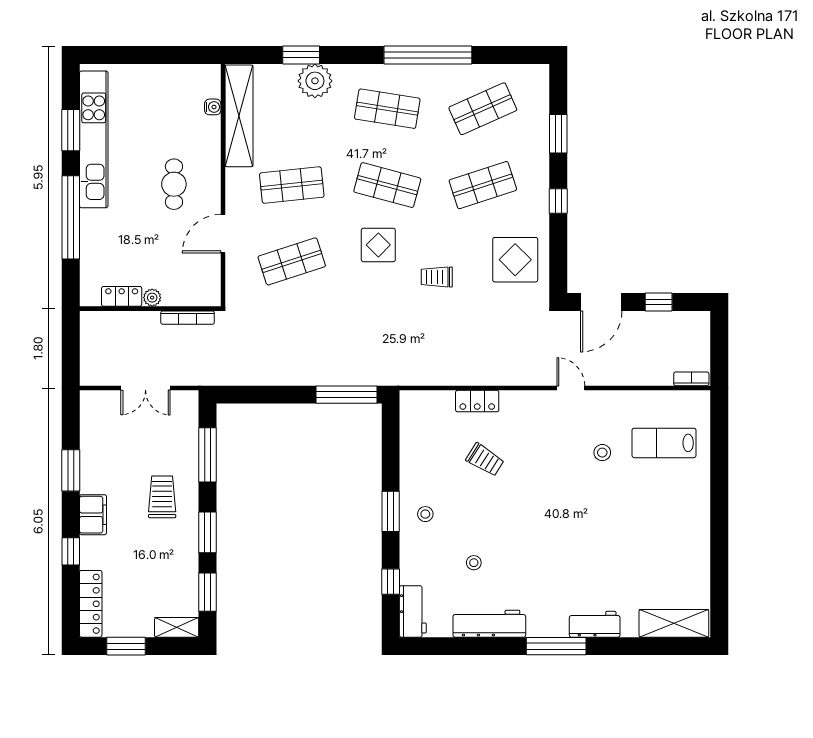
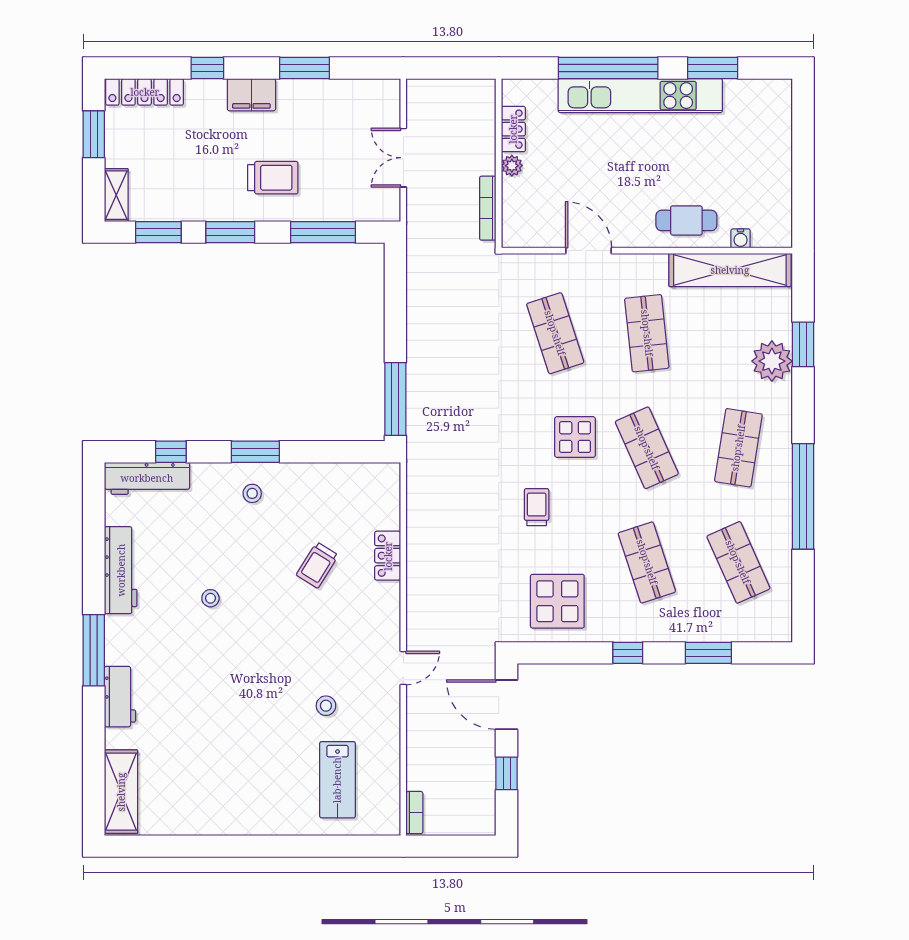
kitchen unit: (94, 139) -> (640, 96), moved
cafe table: (174, 184) -> (686, 220), moved
shop shelf: (387, 185) -> (647, 448), turned -39
lab bench: (664, 443) -> (337, 780), turned 180
stool: (474, 563) -> (210, 598), moved
workbench: (413, 611) -> (147, 478), width x1.38

